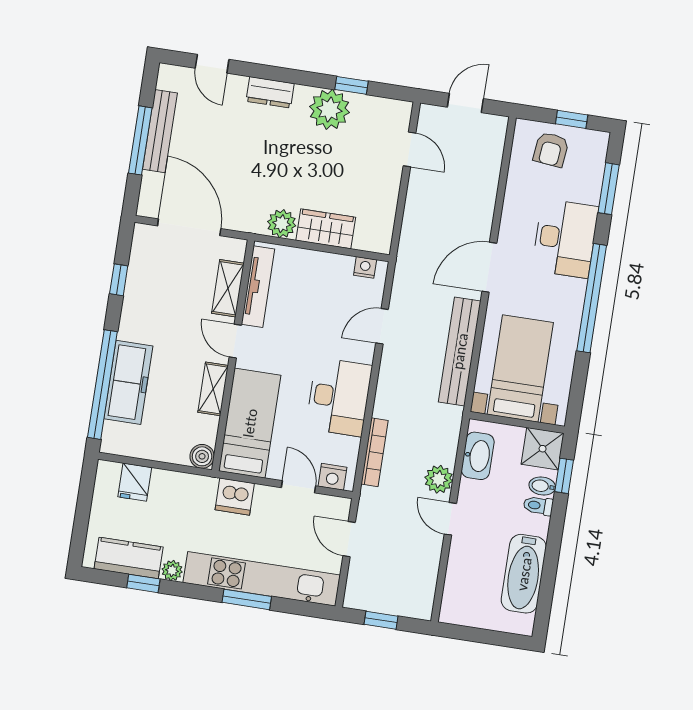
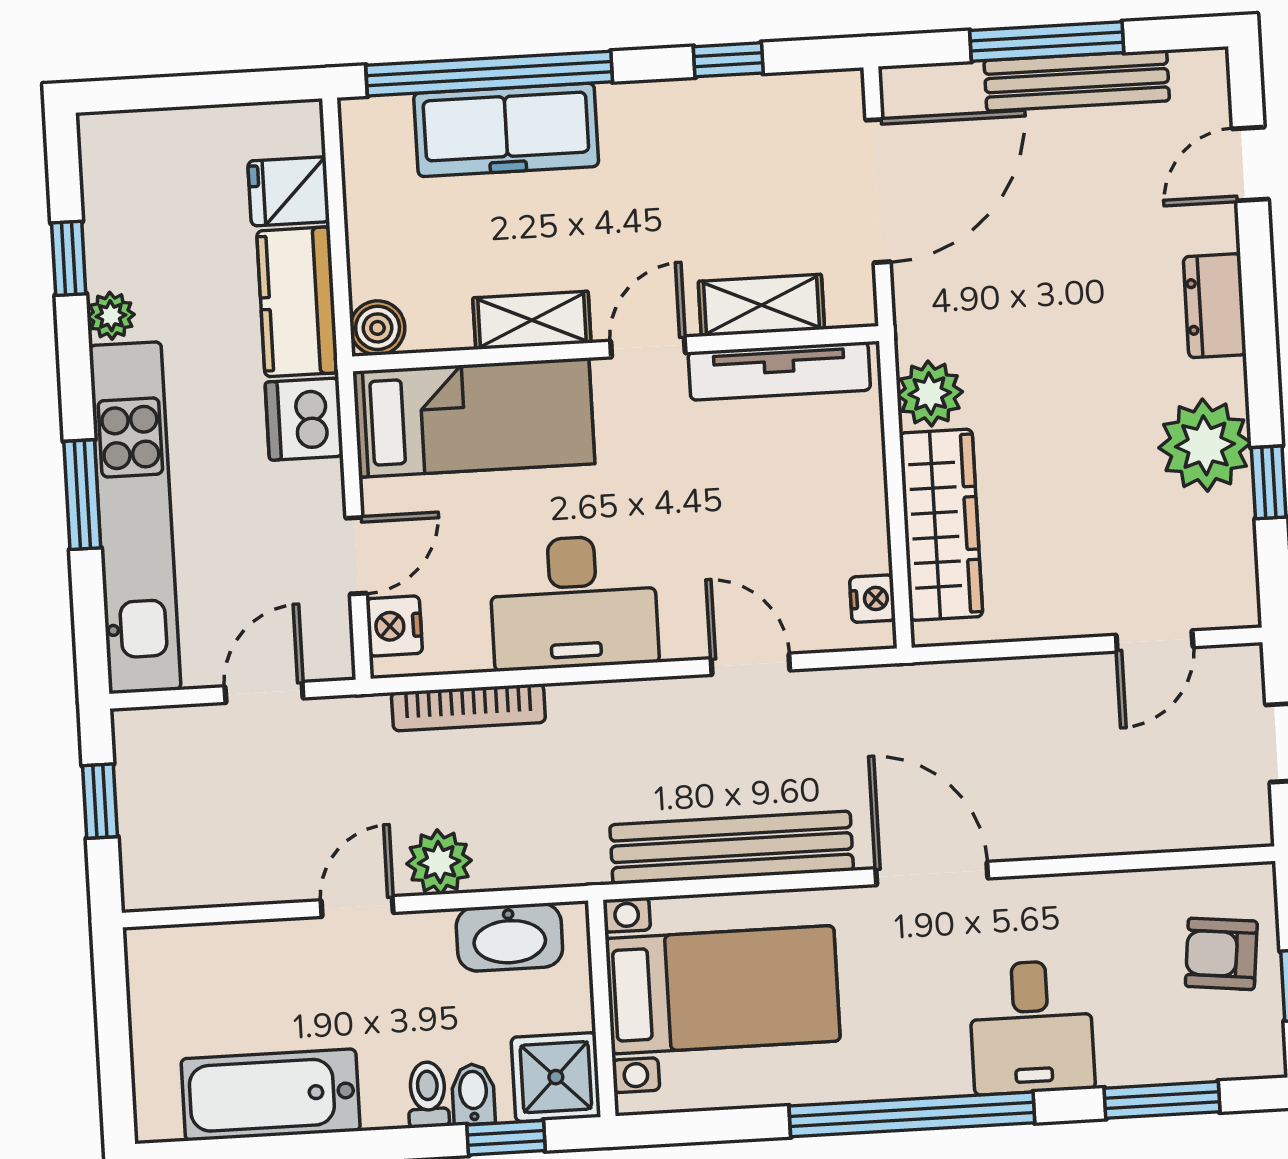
wardrobe: (326, 229) -> (941, 525), width x1.50
desk: (565, 238) -> (1032, 1027), width x0.73
kitchen counter: (129, 558) -> (297, 302), moved, turned 180

